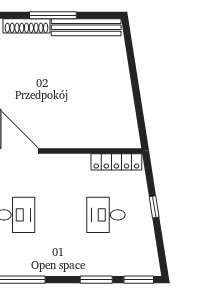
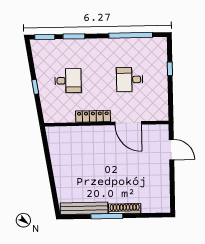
locker: (116, 162) -> (93, 116), moved

